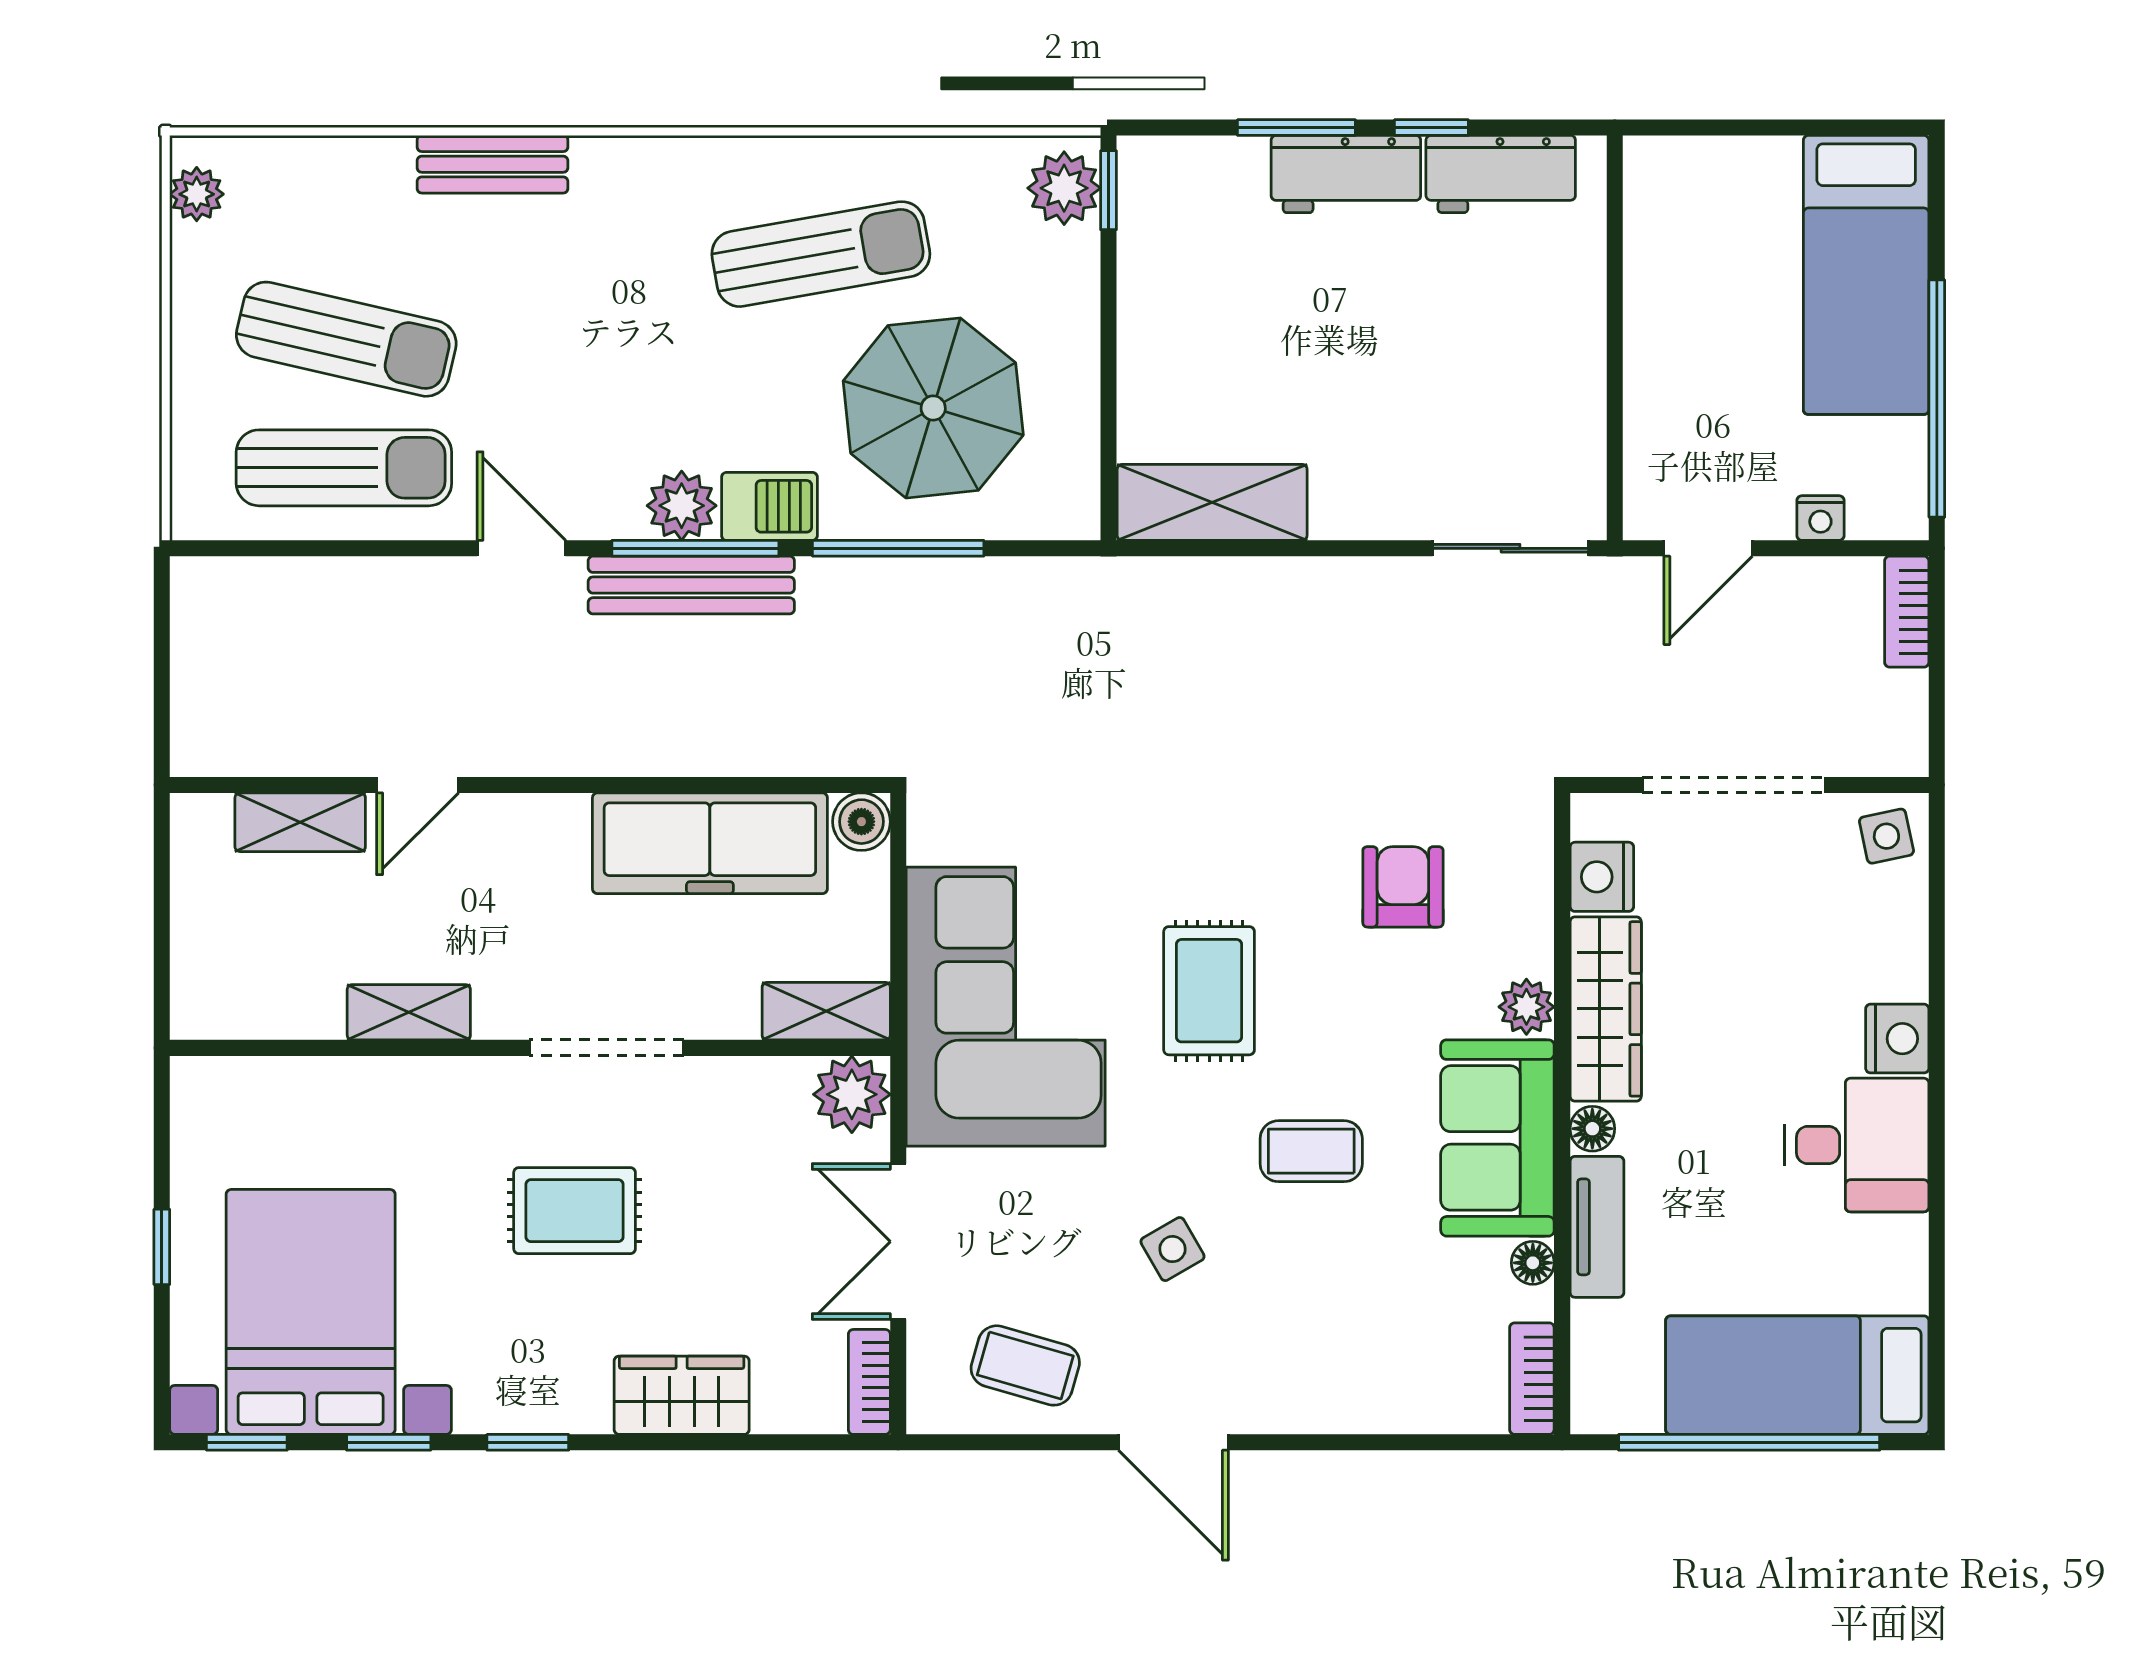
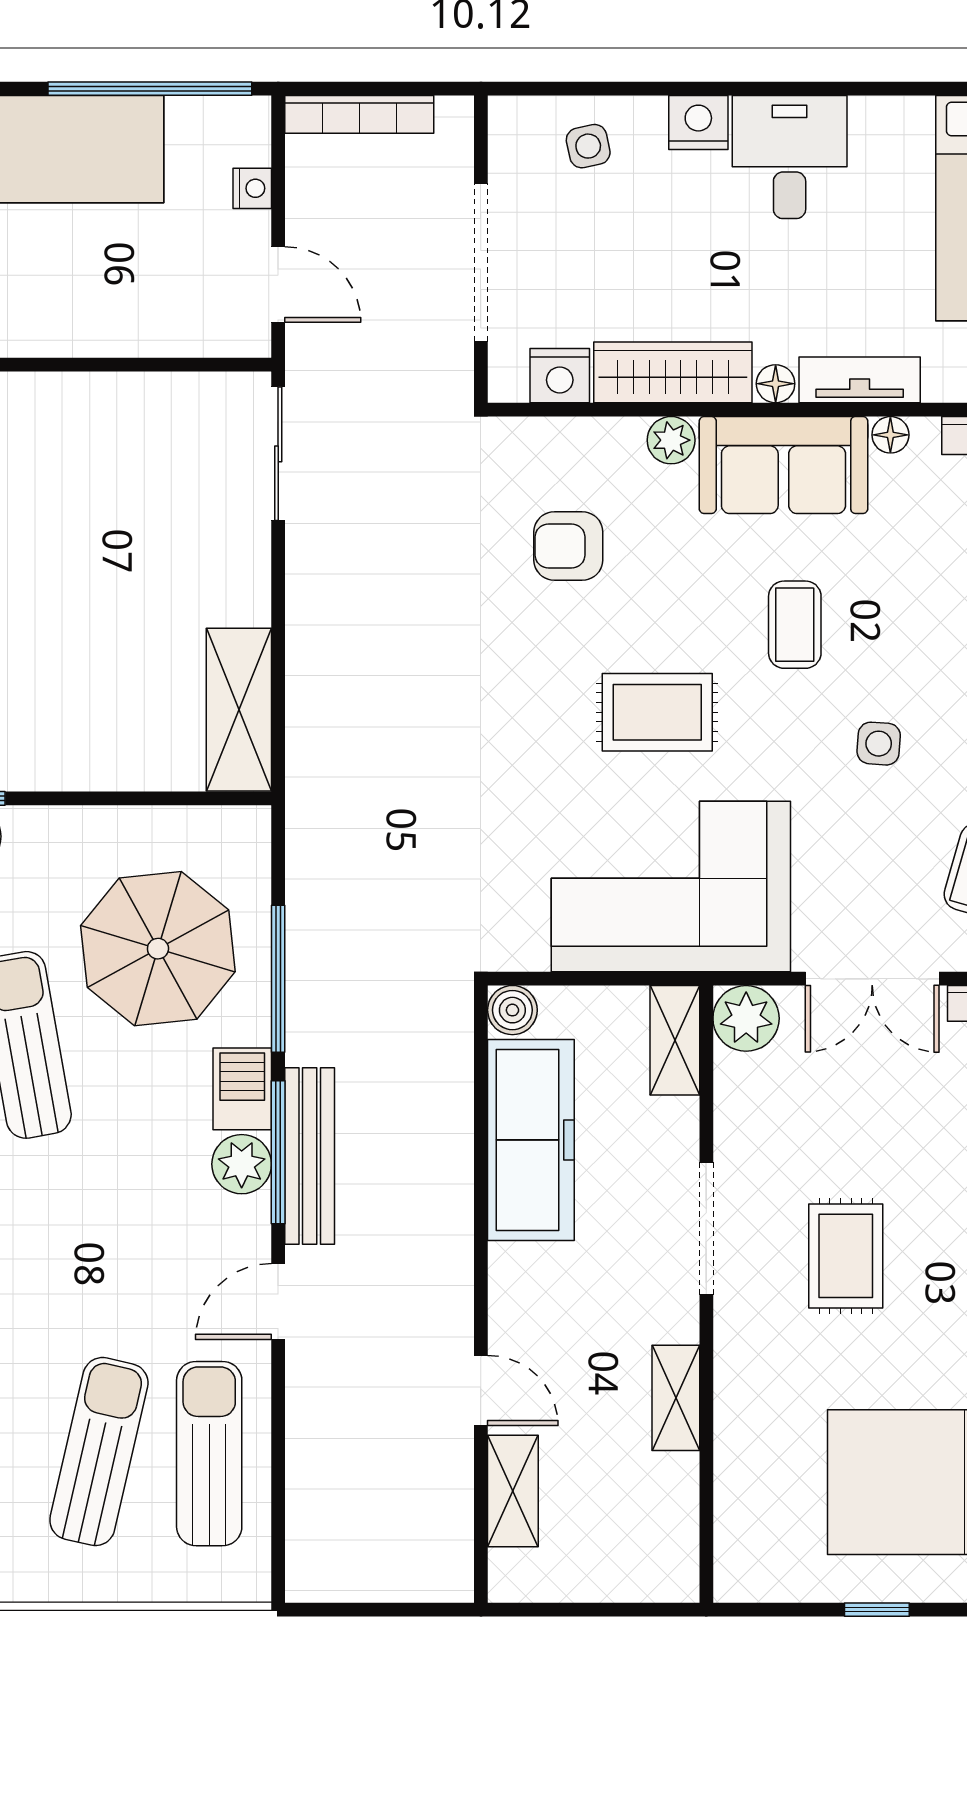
bookcase: (1907, 612) -> (359, 114), width x1.56
side table: (1886, 836) -> (588, 146), moved
side table: (1172, 1249) -> (879, 744), turned 34

